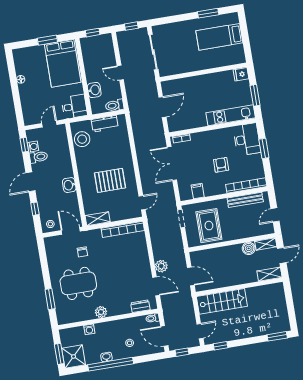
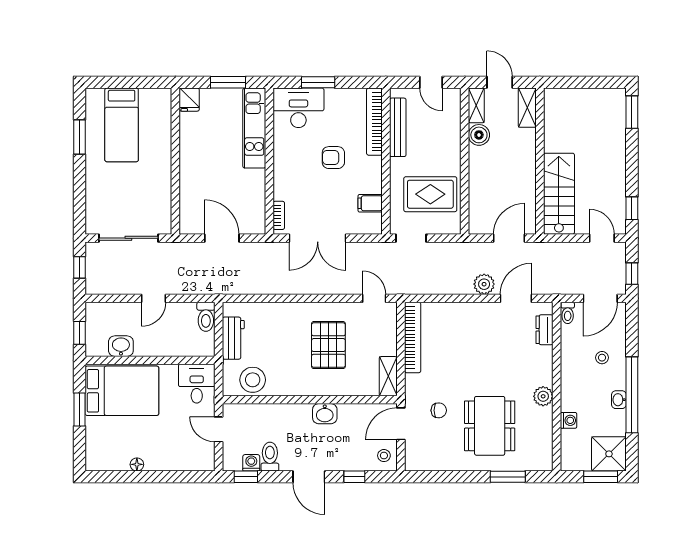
washbasin: (94, 90) -> (121, 346), moved

